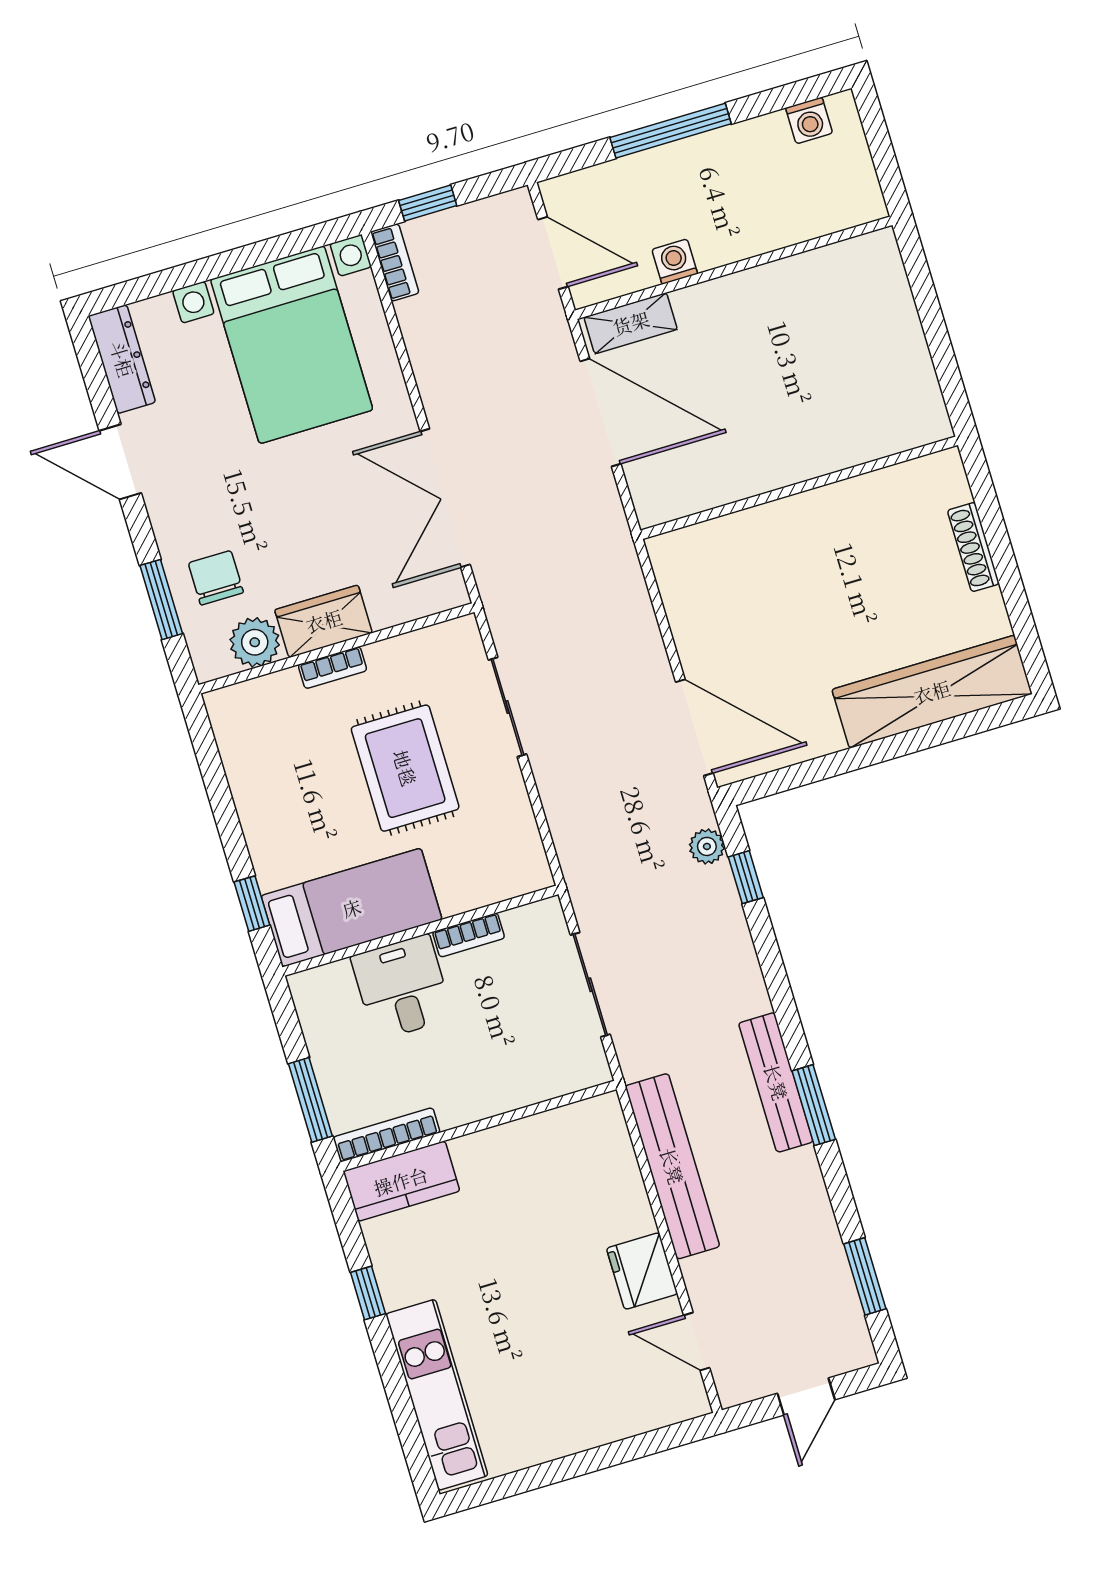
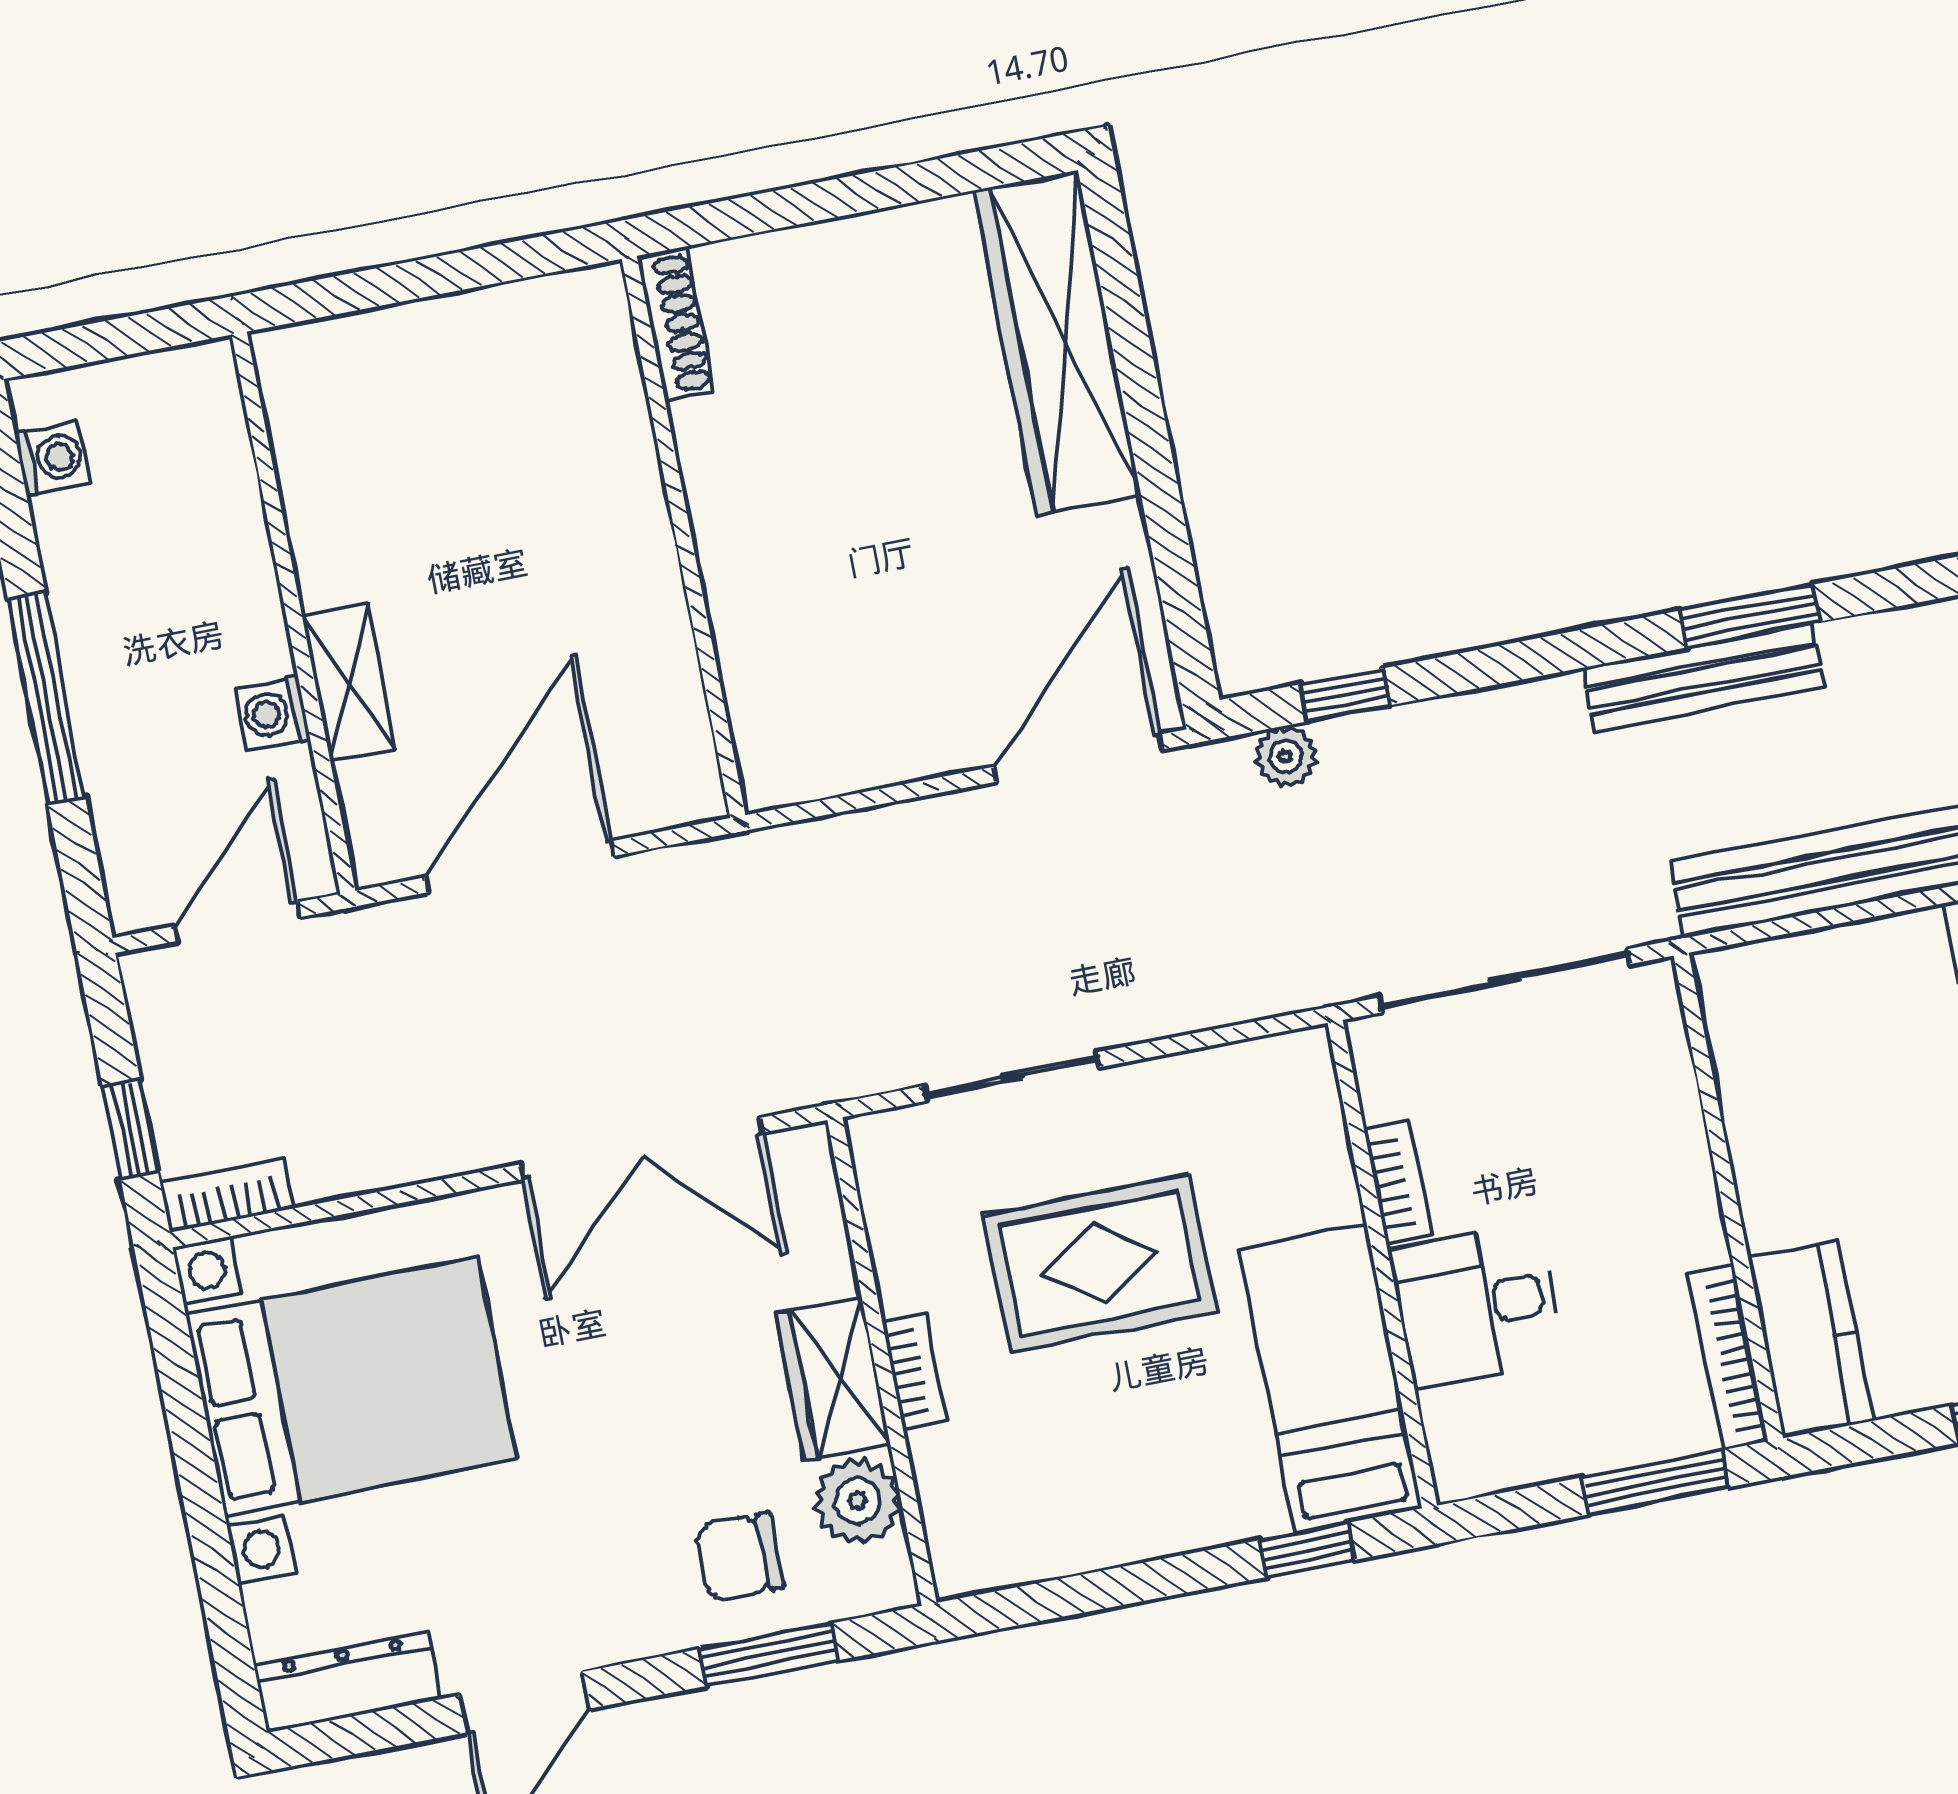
shelving: (631, 323) -> (349, 683), moved
shoe rack: (973, 547) -> (675, 324), moved, turned -90
sliding door: (590, 985) -> (1504, 981), width x1.37

